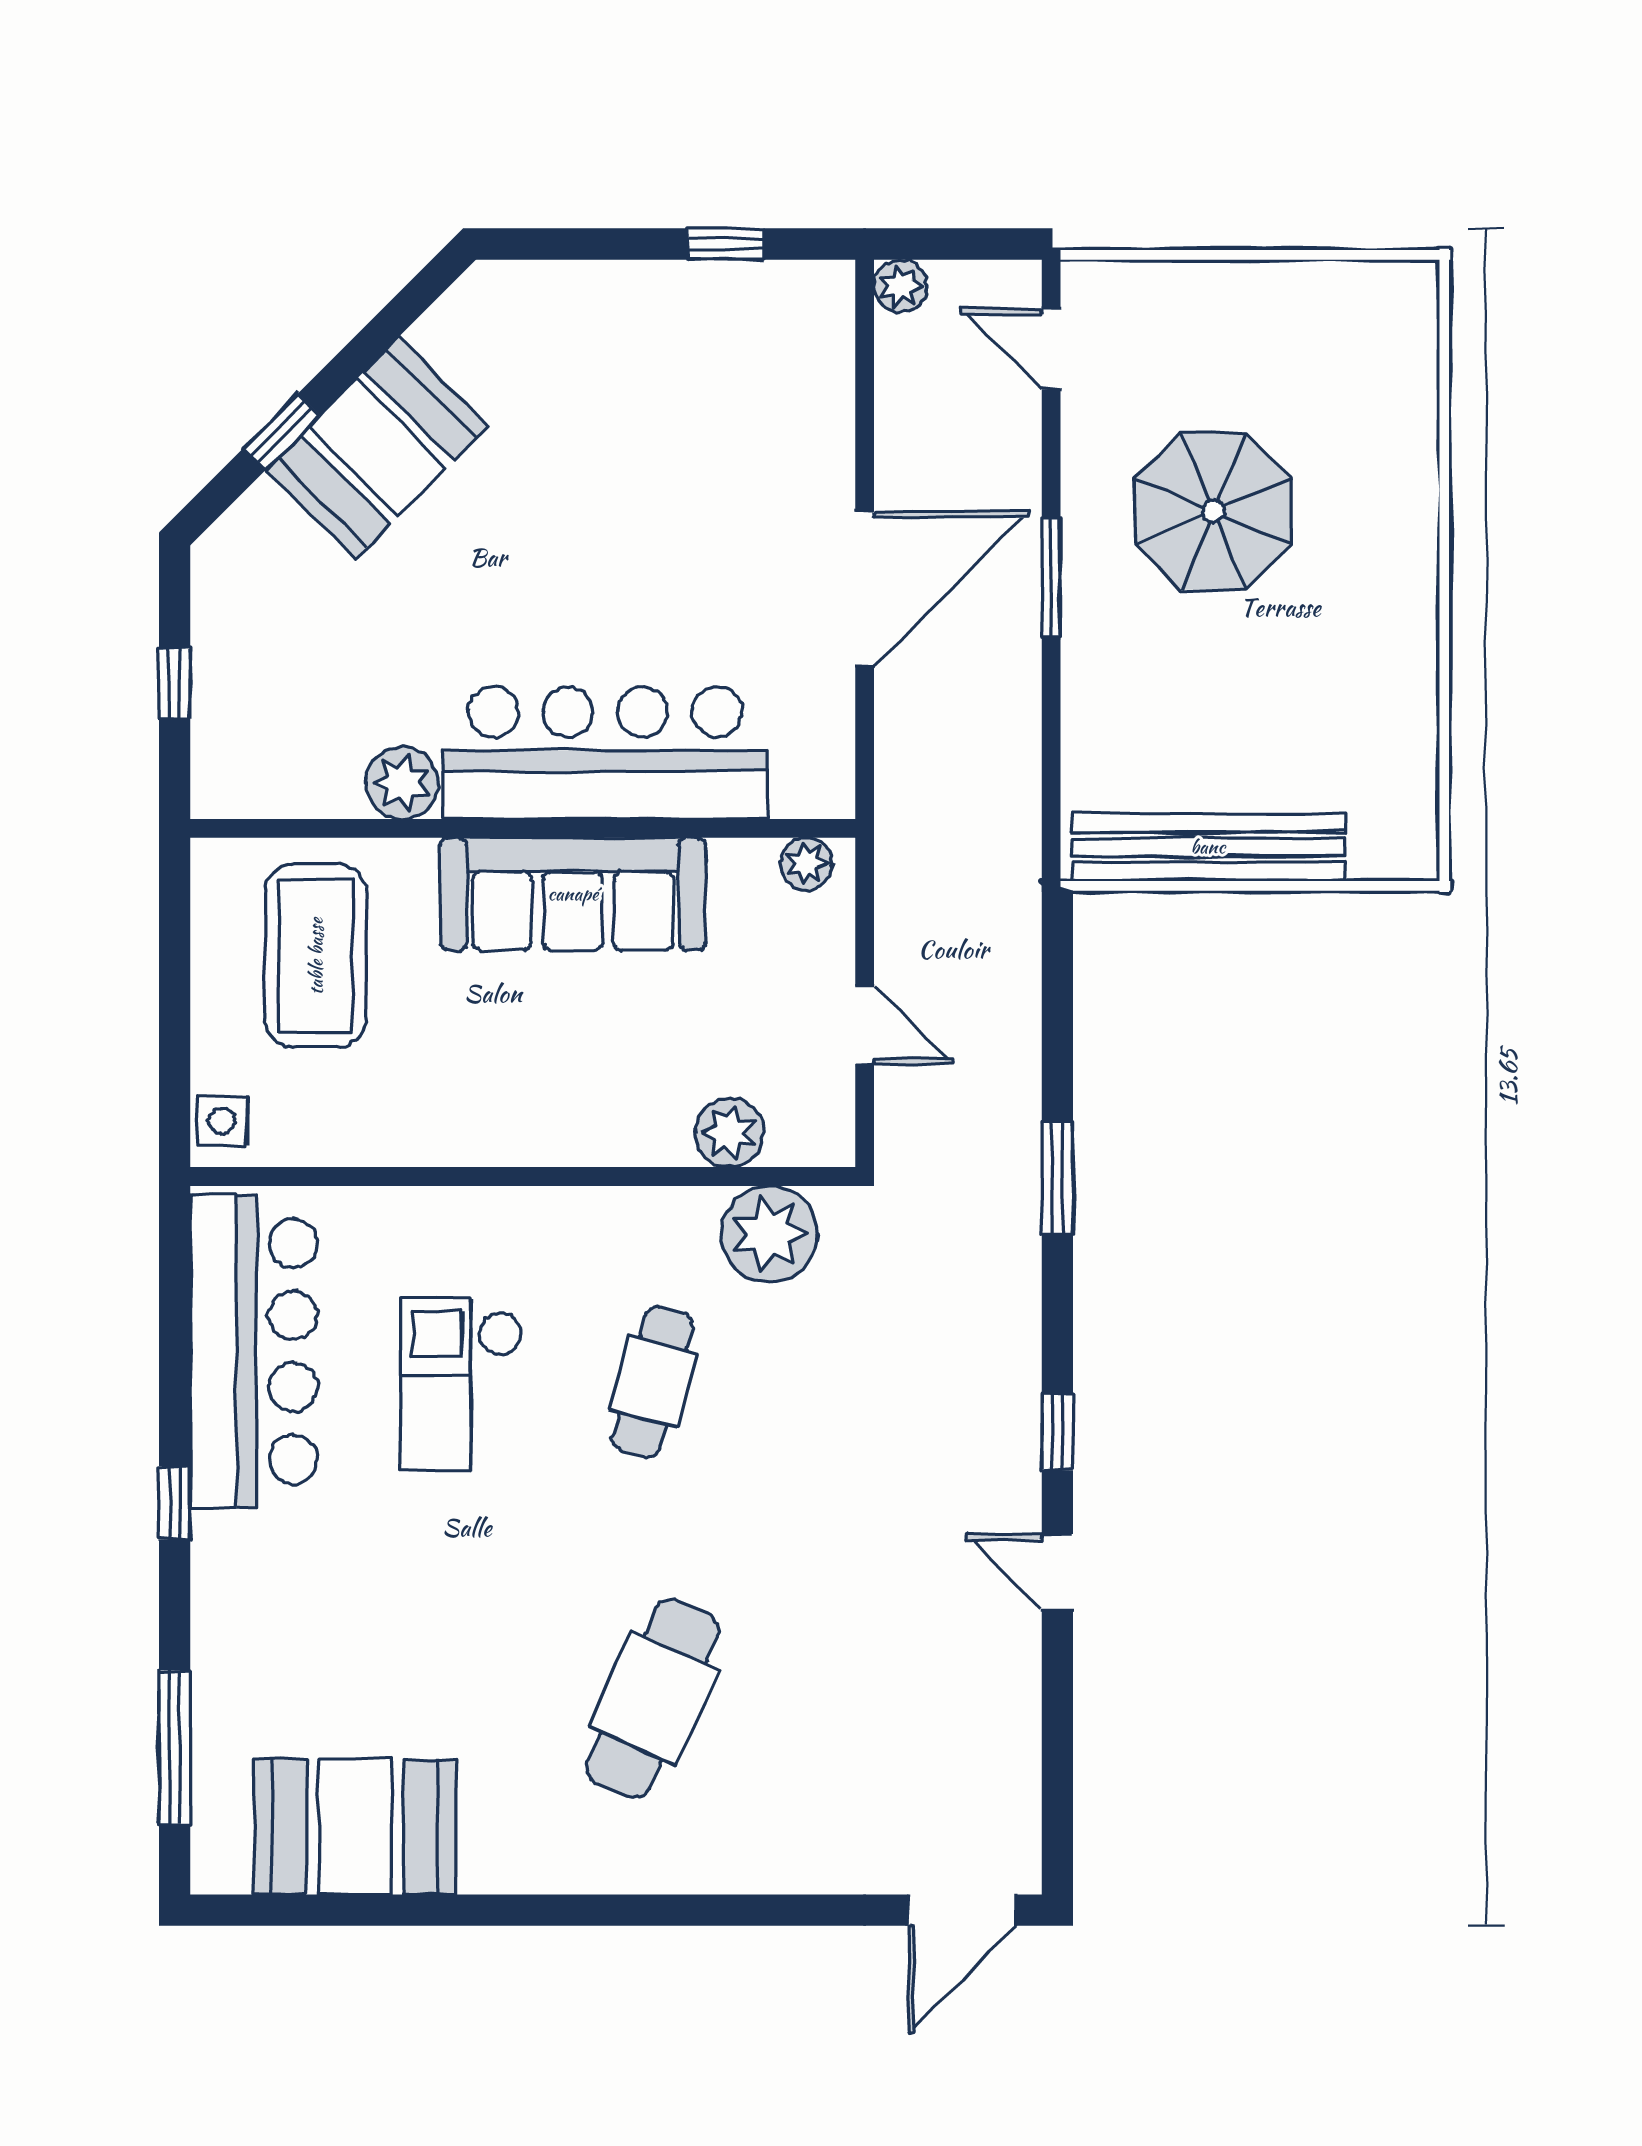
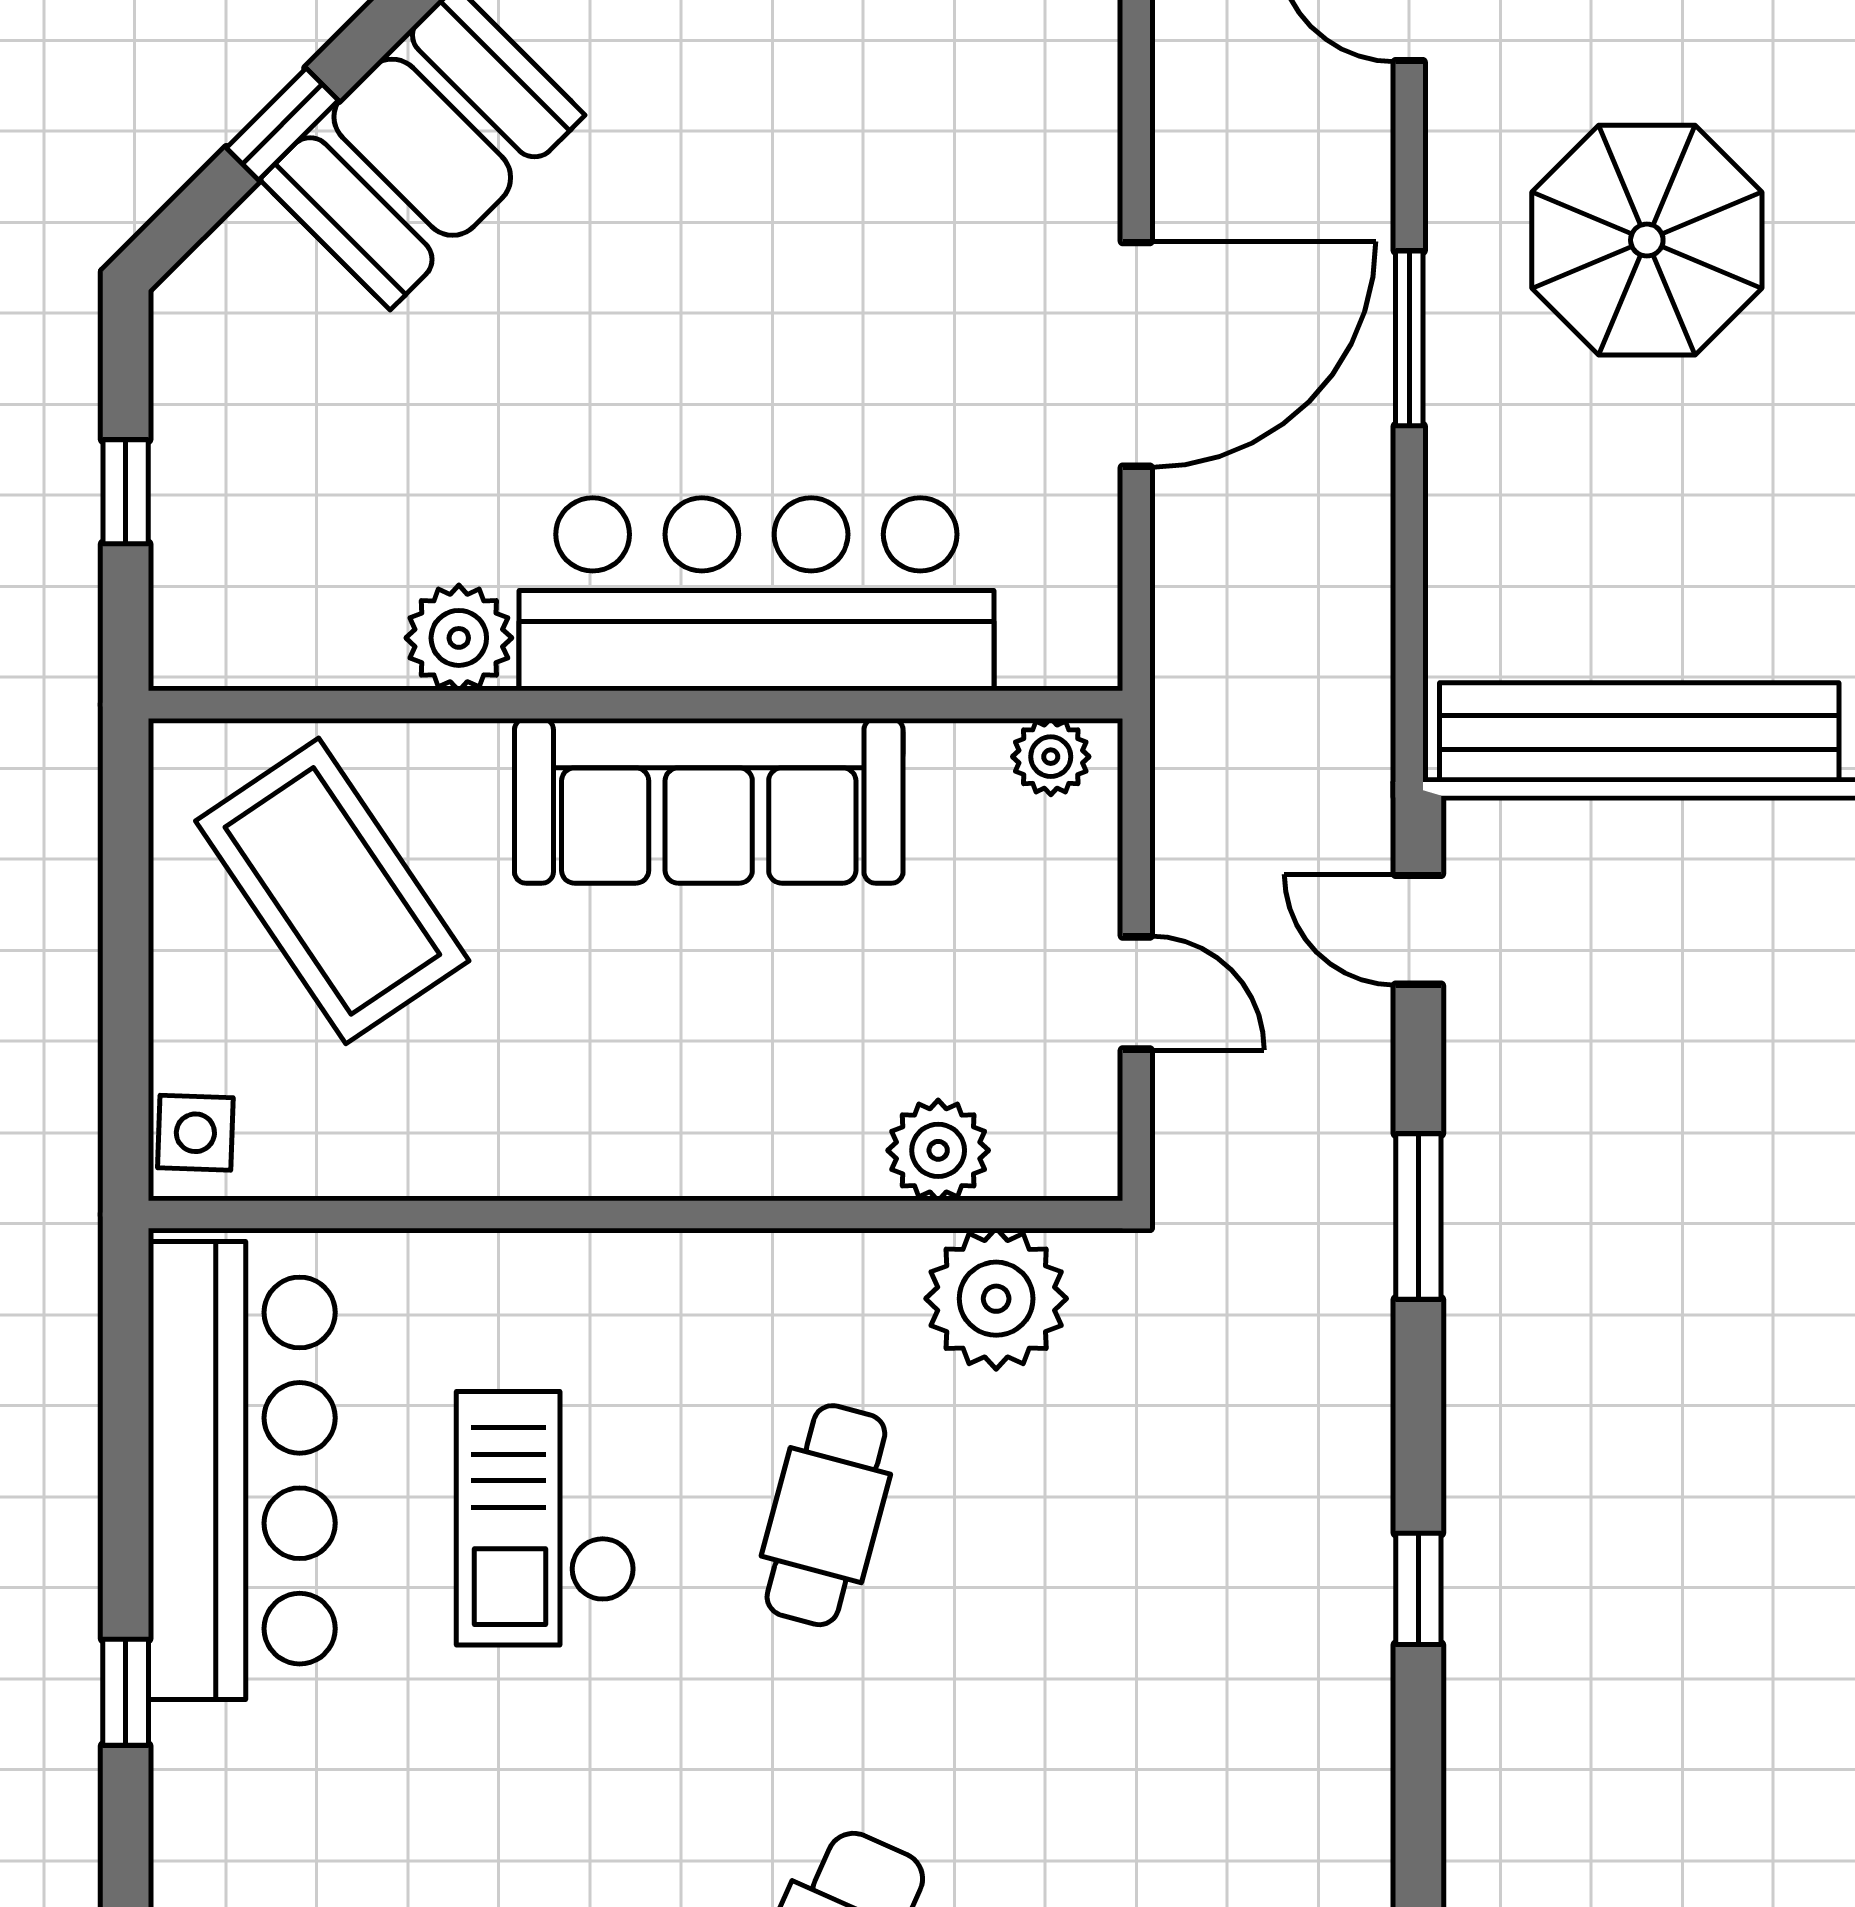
coffee table: (316, 956) -> (332, 891), turned -34
door: (1057, 1572) -> (1418, 930), moved

